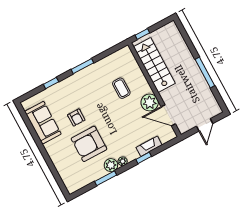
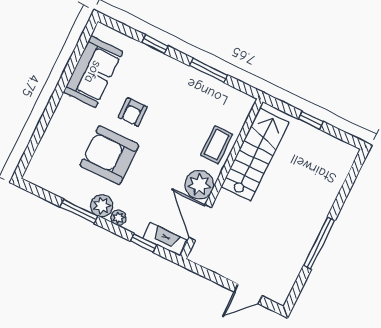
stairs: (154, 65) -> (255, 155), moved
wall: (154, 90) -> (222, 179), moved
plant: (150, 102) -> (199, 185), moved
door: (168, 115) -> (200, 223), moved

